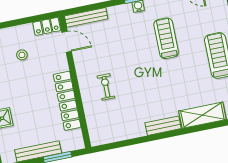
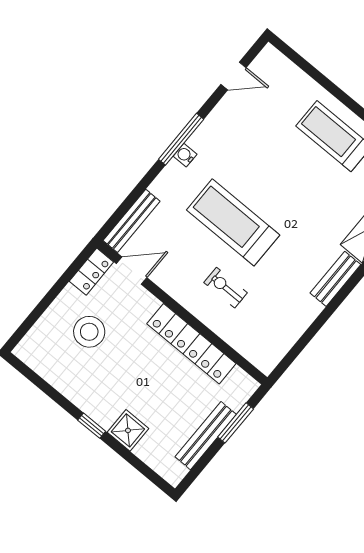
treadmill: (166, 38) -> (233, 222), moved, width x1.37, depth x1.38
stool: (22, 55) -> (89, 332), width x1.89, depth x1.89

